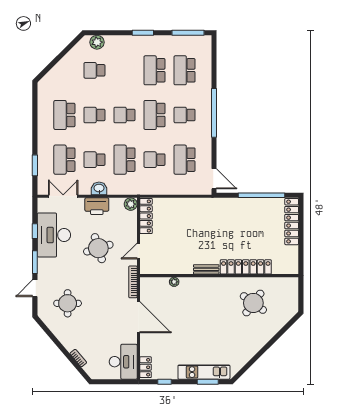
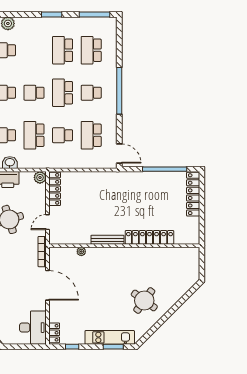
bench: (206, 269) -> (107, 240), width x1.36
round table: (253, 303) -> (144, 301), moved

